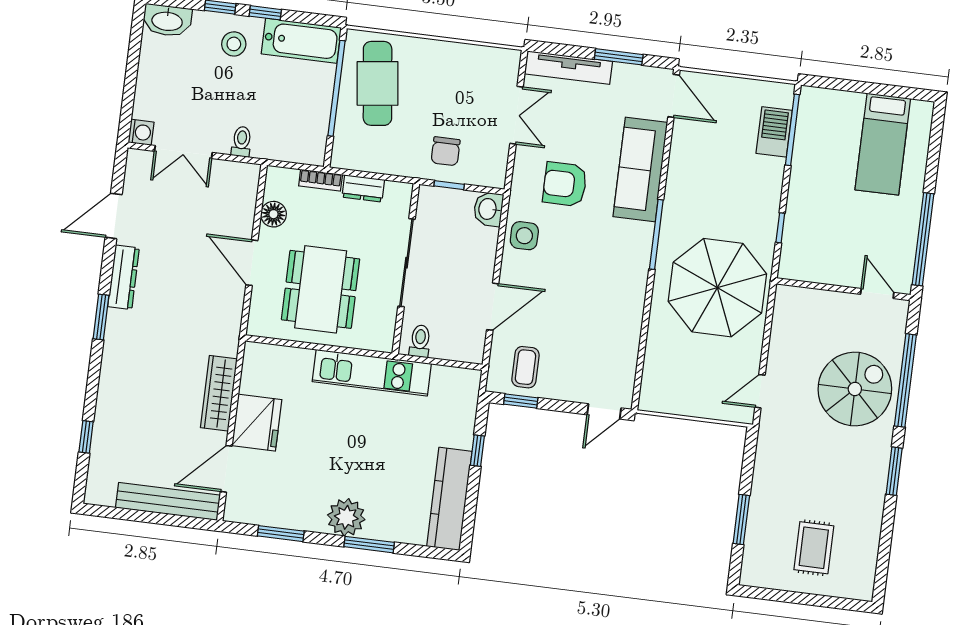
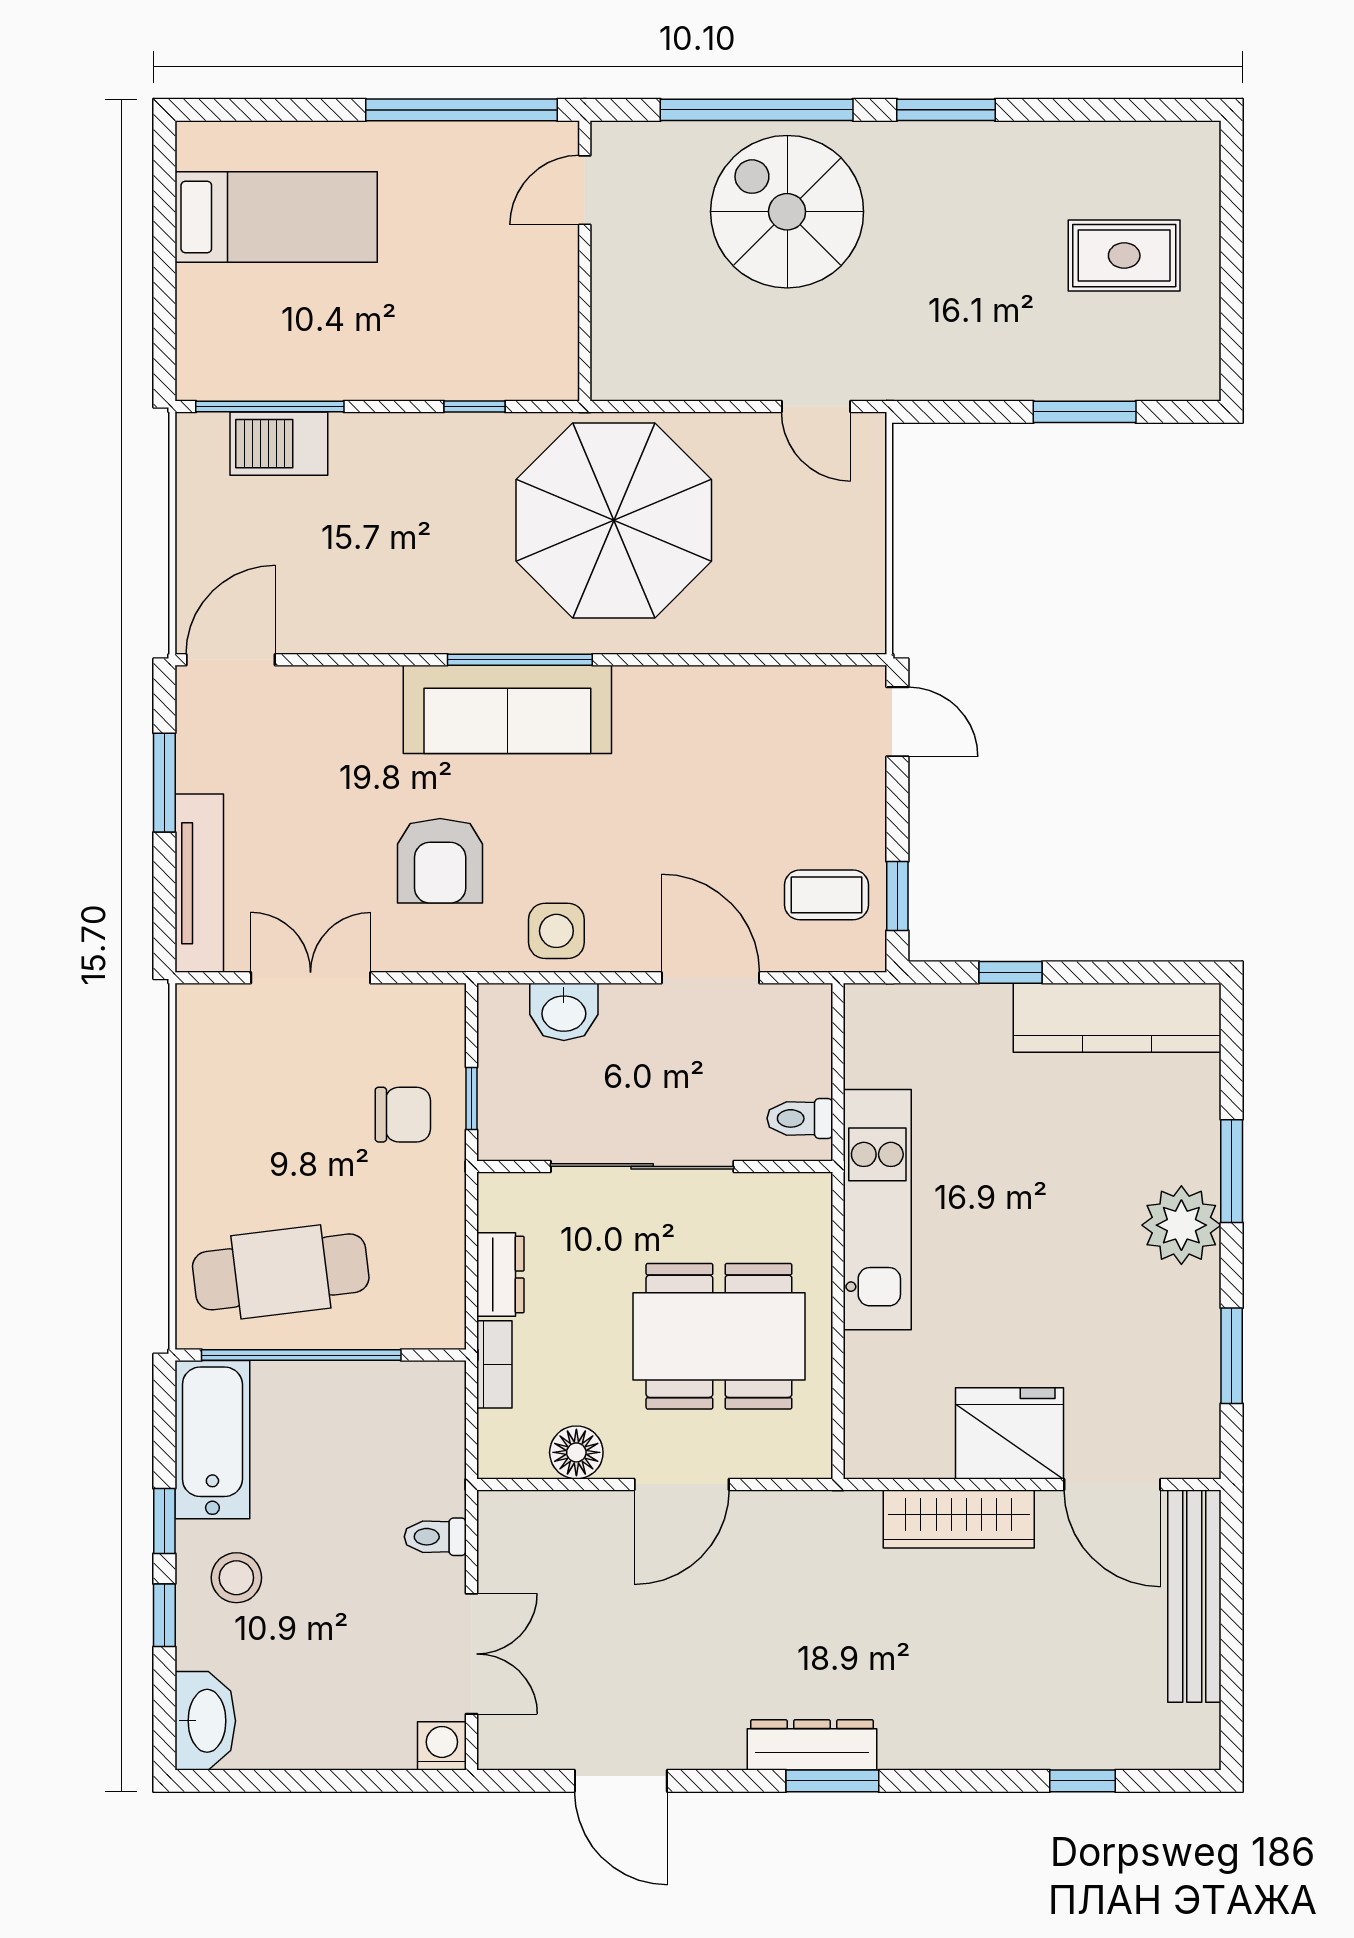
sofa: (640, 169) -> (507, 709), moved
washbasin: (488, 209) -> (564, 1012), moved
dresser: (123, 277) -> (812, 1745), moved

